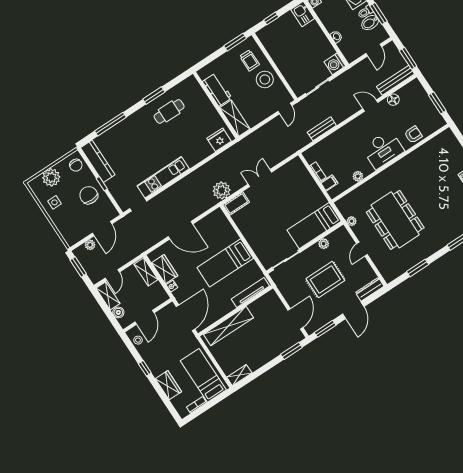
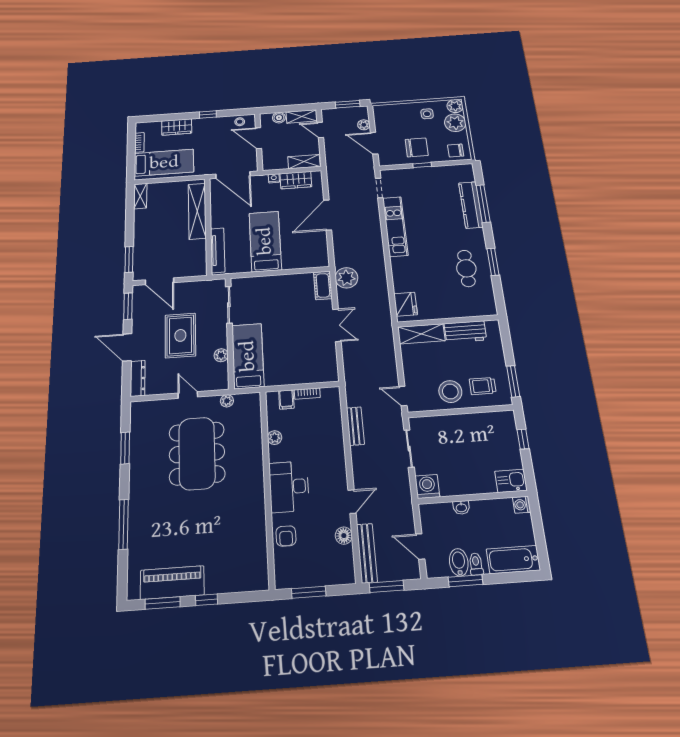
kitchen counter: (98, 161) -> (471, 205), moved, turned 90
plant: (36, 185) -> (455, 106), added
dining table: (395, 220) -> (197, 453), turned 90

